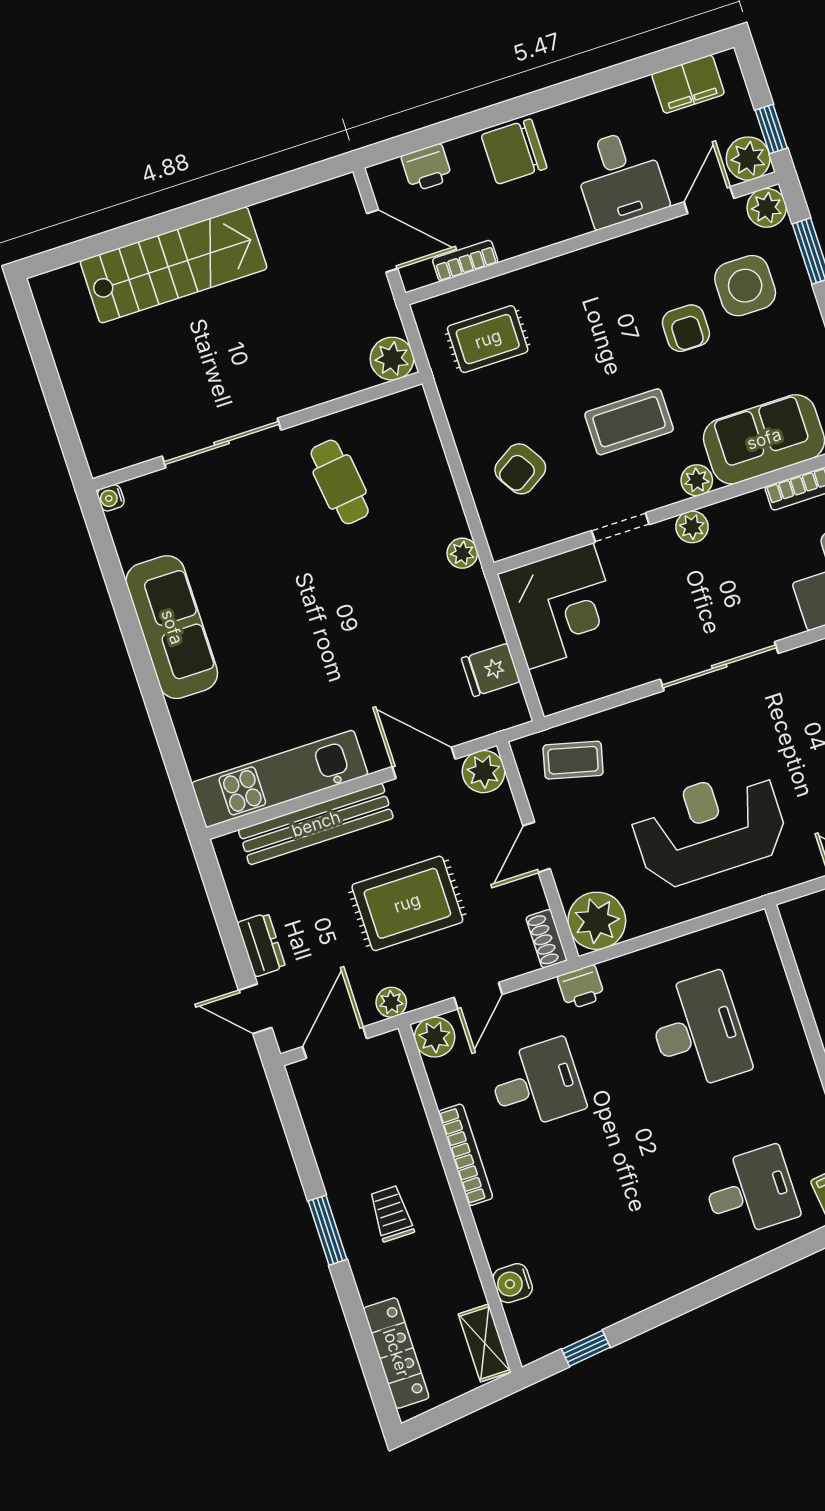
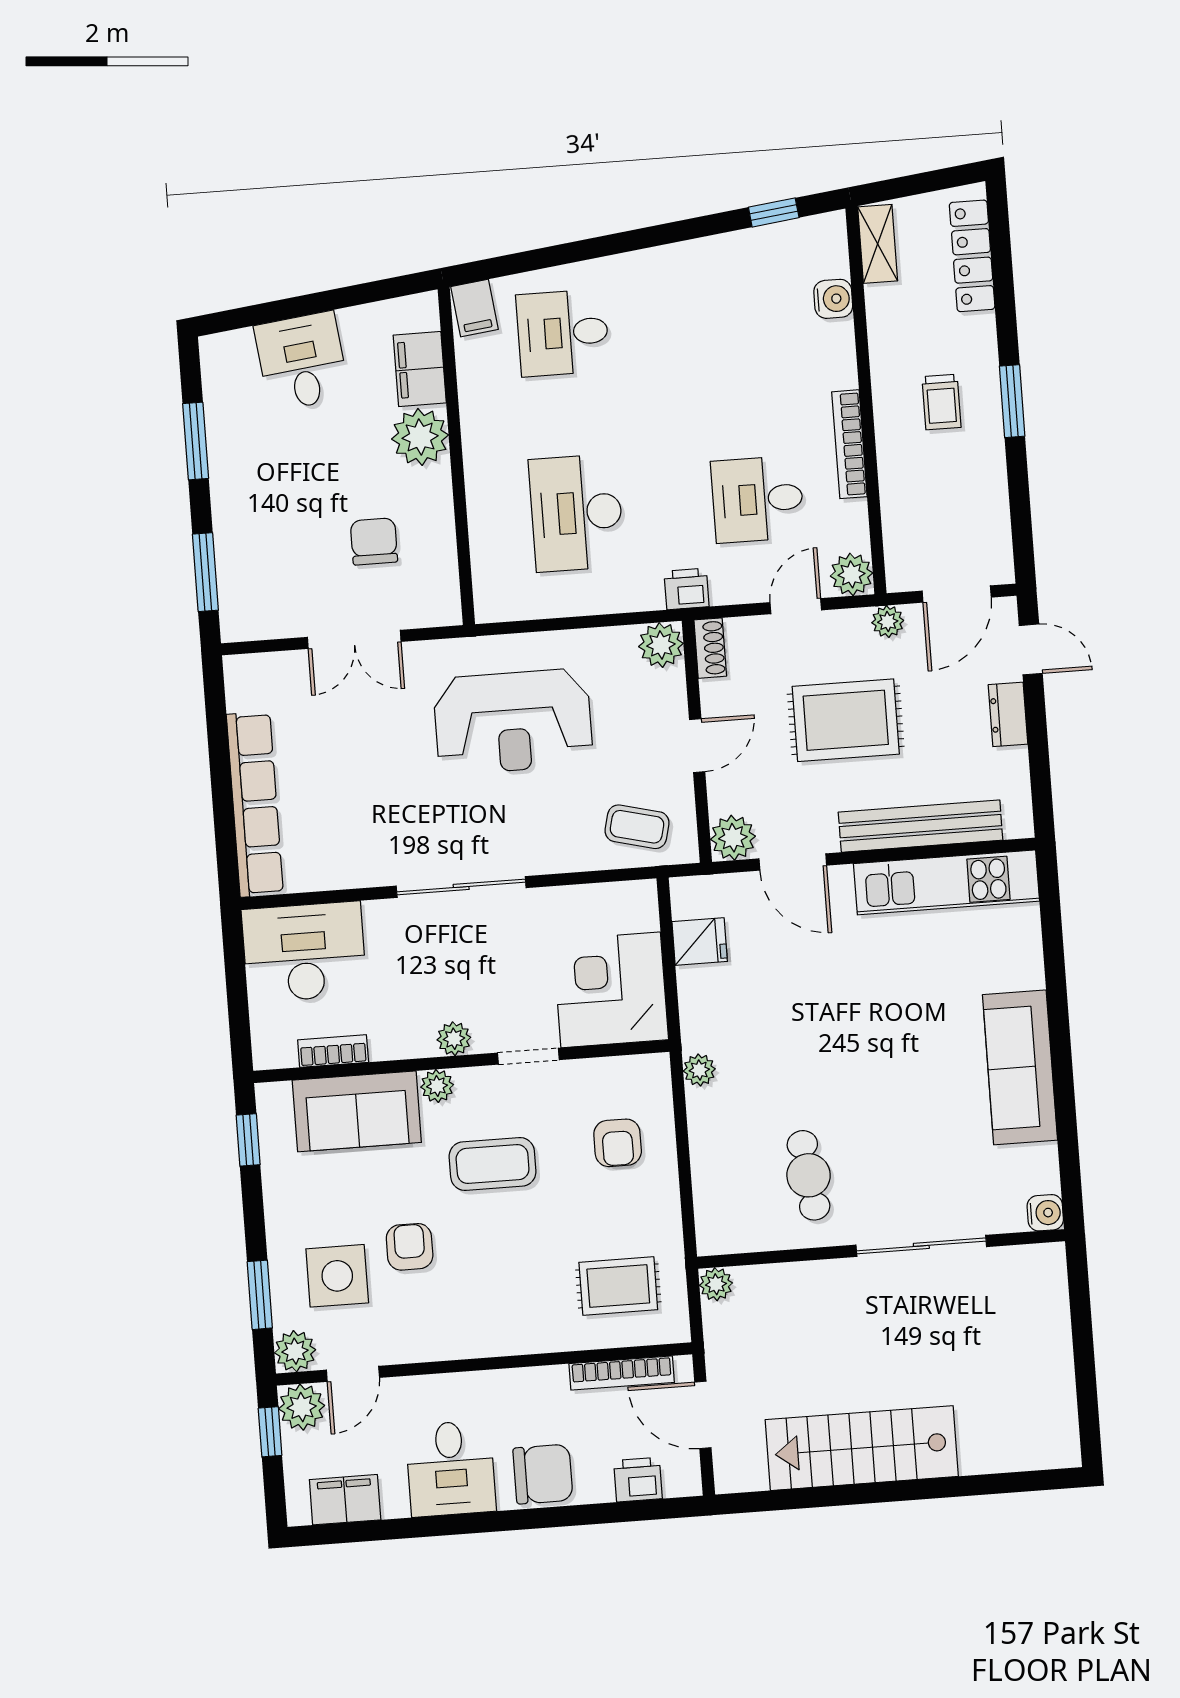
desk: (620, 178) -> (451, 1468), moved, turned 180
bookcase: (465, 261) -> (622, 1373), width x1.56
stairs: (174, 265) -> (862, 1448), moved
plant: (392, 359) -> (716, 1284), width x0.73, depth x0.73
armchair: (520, 469) -> (618, 1143), turned 122
water cooler: (111, 498) -> (1045, 1213), width x1.38, depth x1.38
plant: (597, 921) -> (661, 645), width x0.73, depth x0.73

